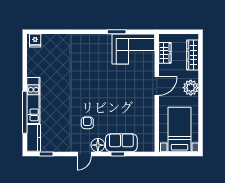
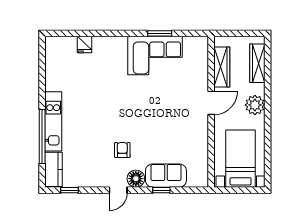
fridge: (35, 41) -> (84, 45), moved
corner sofa: (133, 49) -> (155, 55), moved
wardrobe: (165, 53) -> (222, 67), width x1.50

